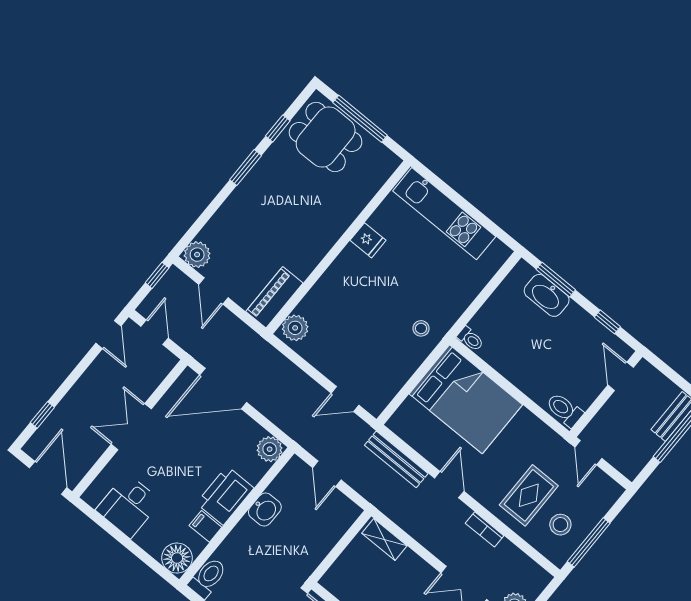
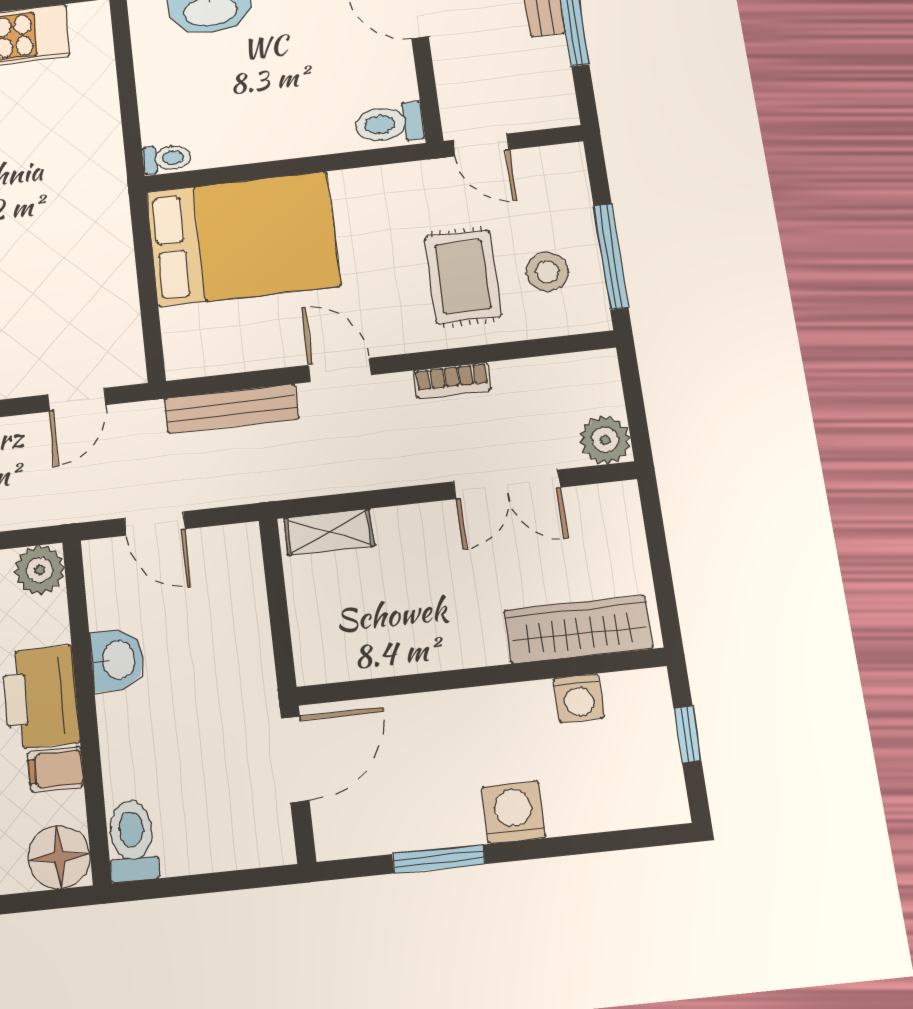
stool: (421, 328) -> (86, 209), removed

